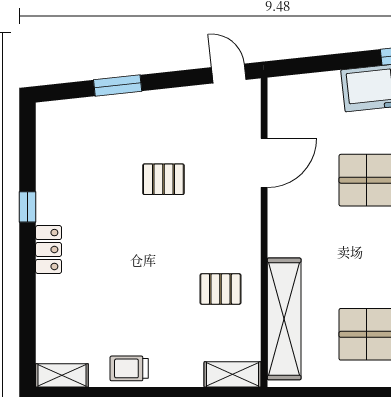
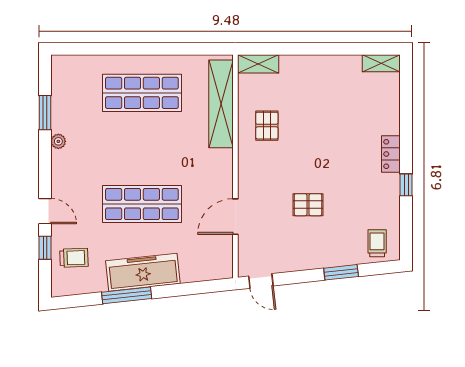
pallet: (220, 289) -> (267, 126), turned 90
trolley: (129, 368) -> (377, 243), moved, turned -90

